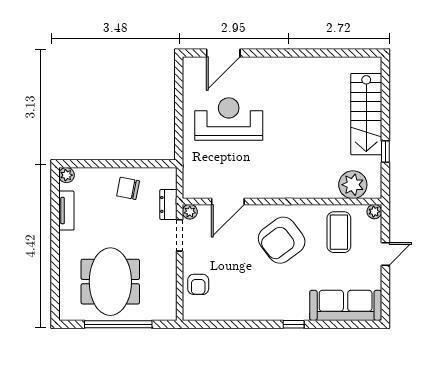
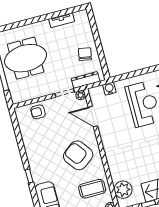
water cooler: (191, 165) -> (109, 89), added
plant: (67, 175) -> (83, 15), removed
dresser: (168, 204) -> (86, 80), width x1.44

